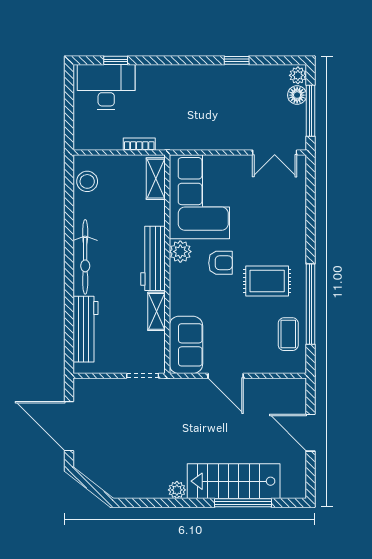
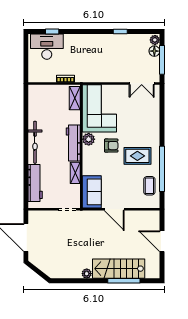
stool: (87, 181) -> (36, 100), removed

